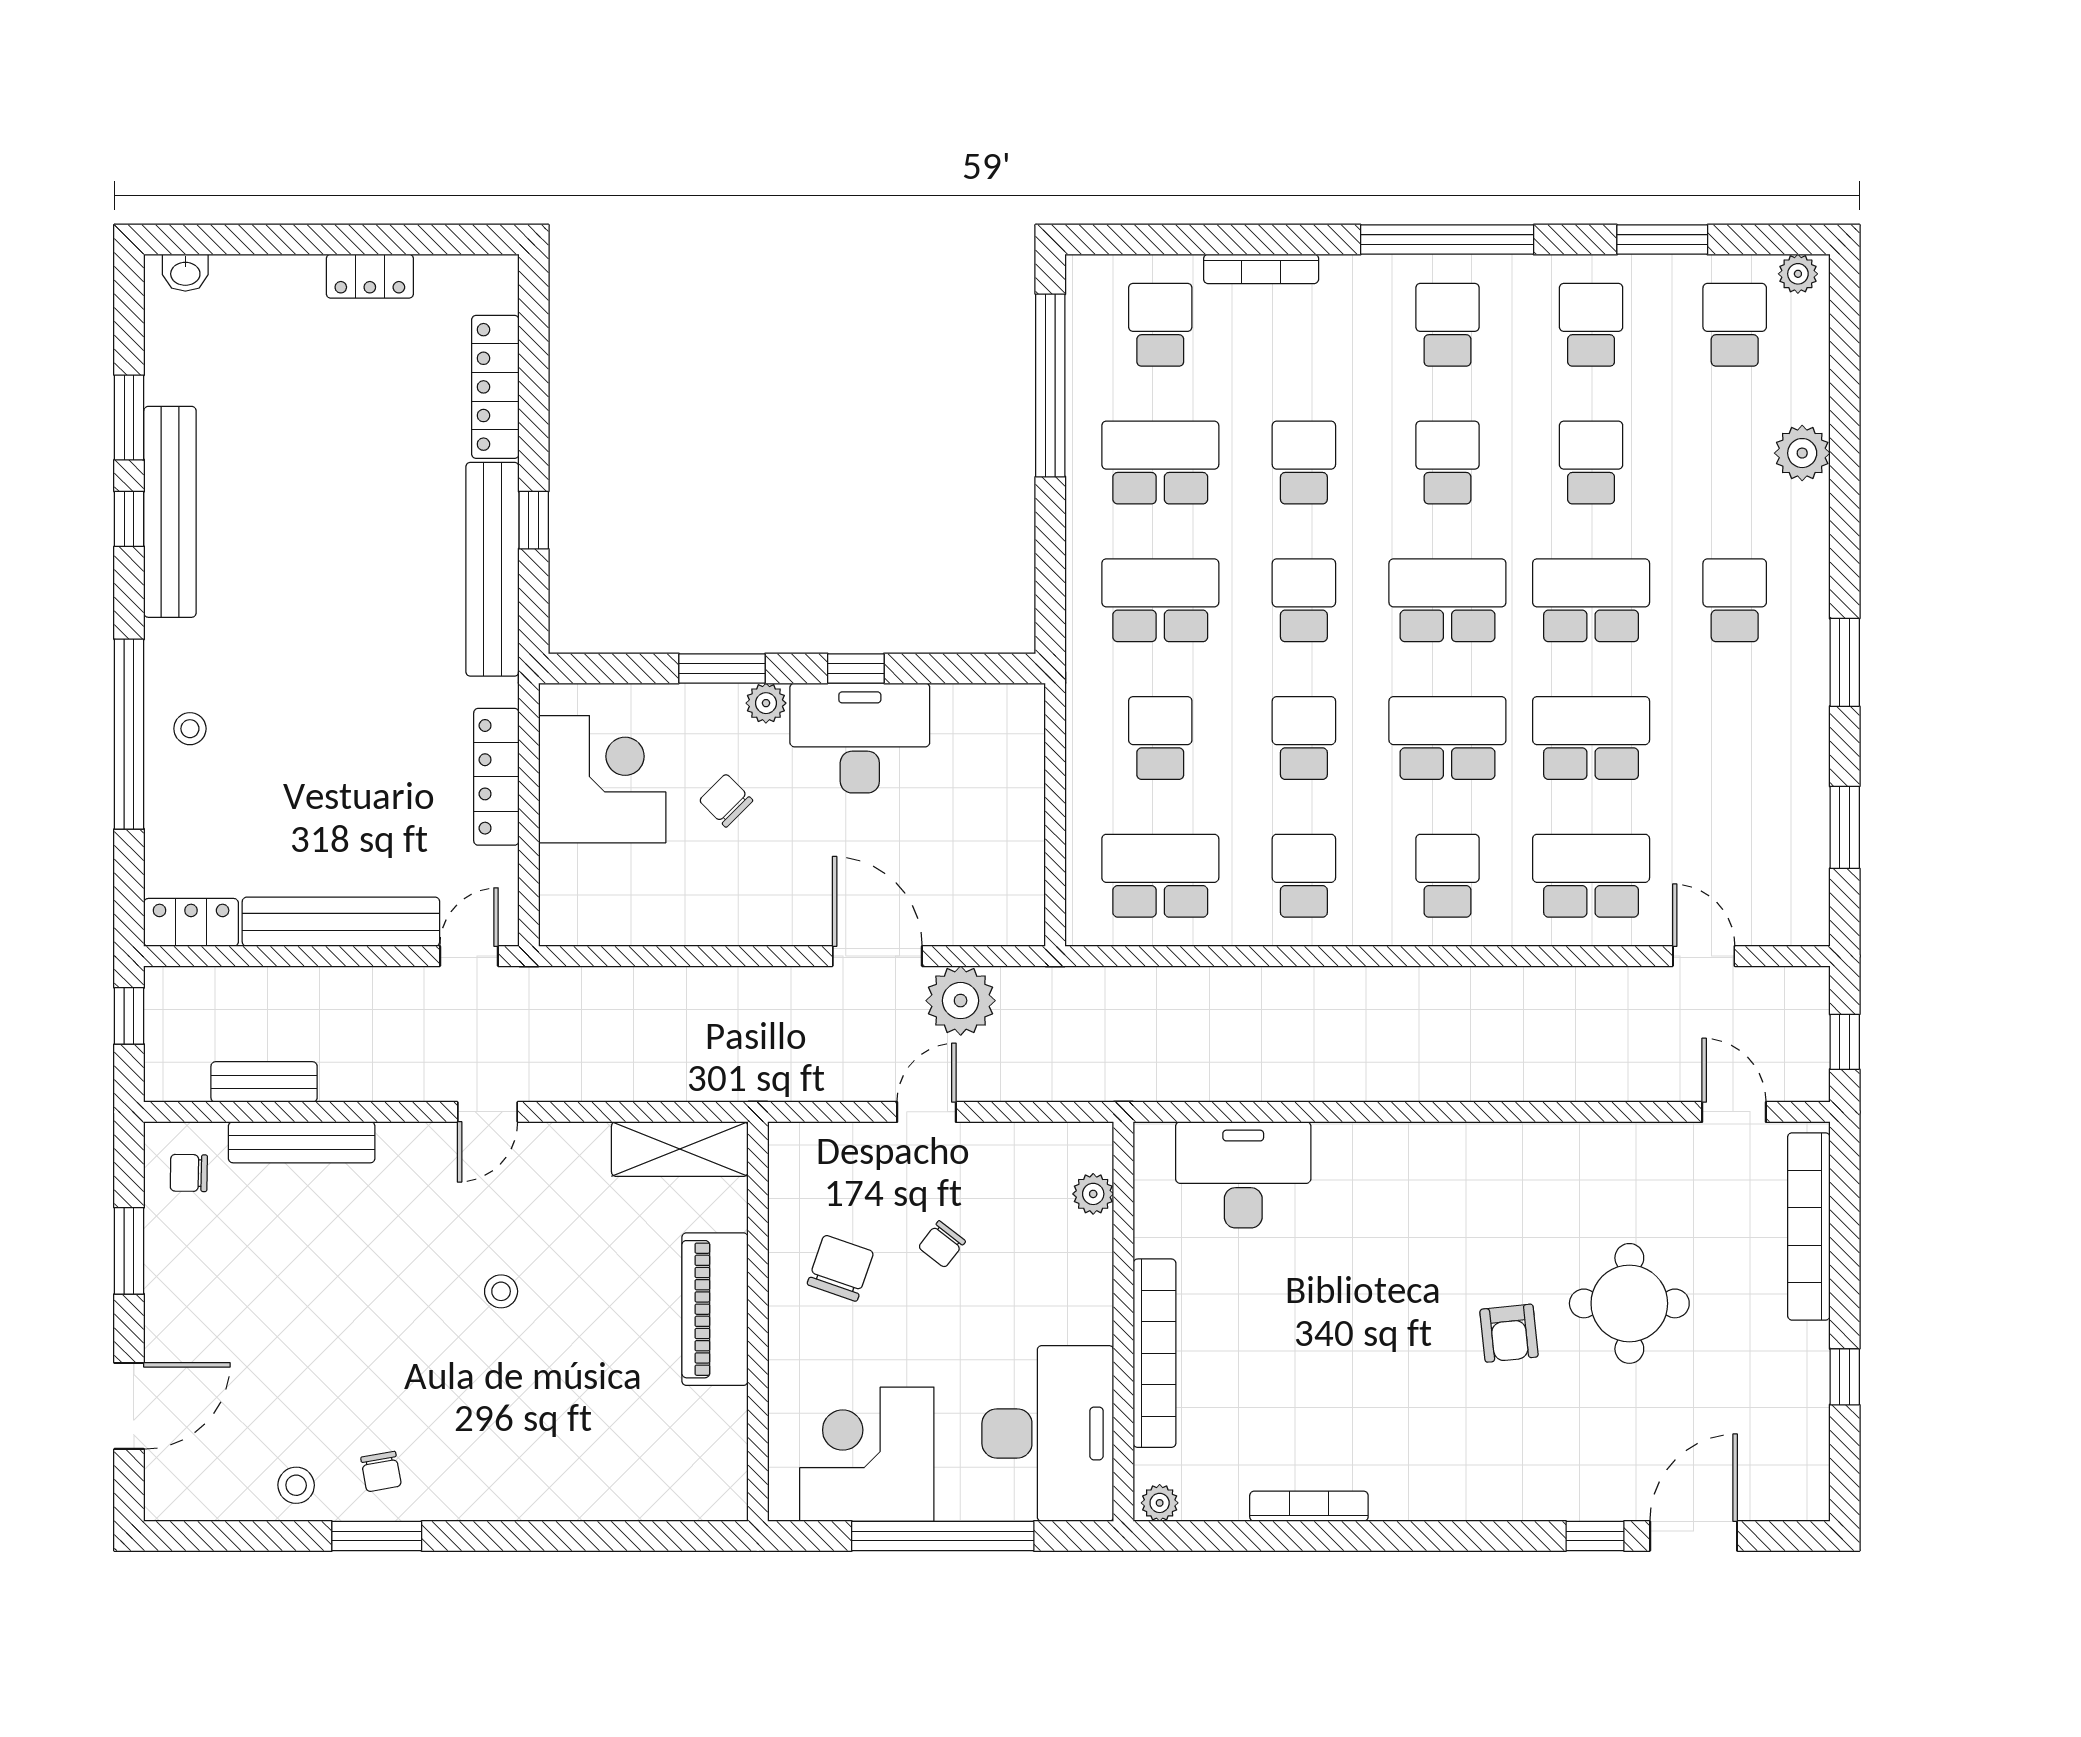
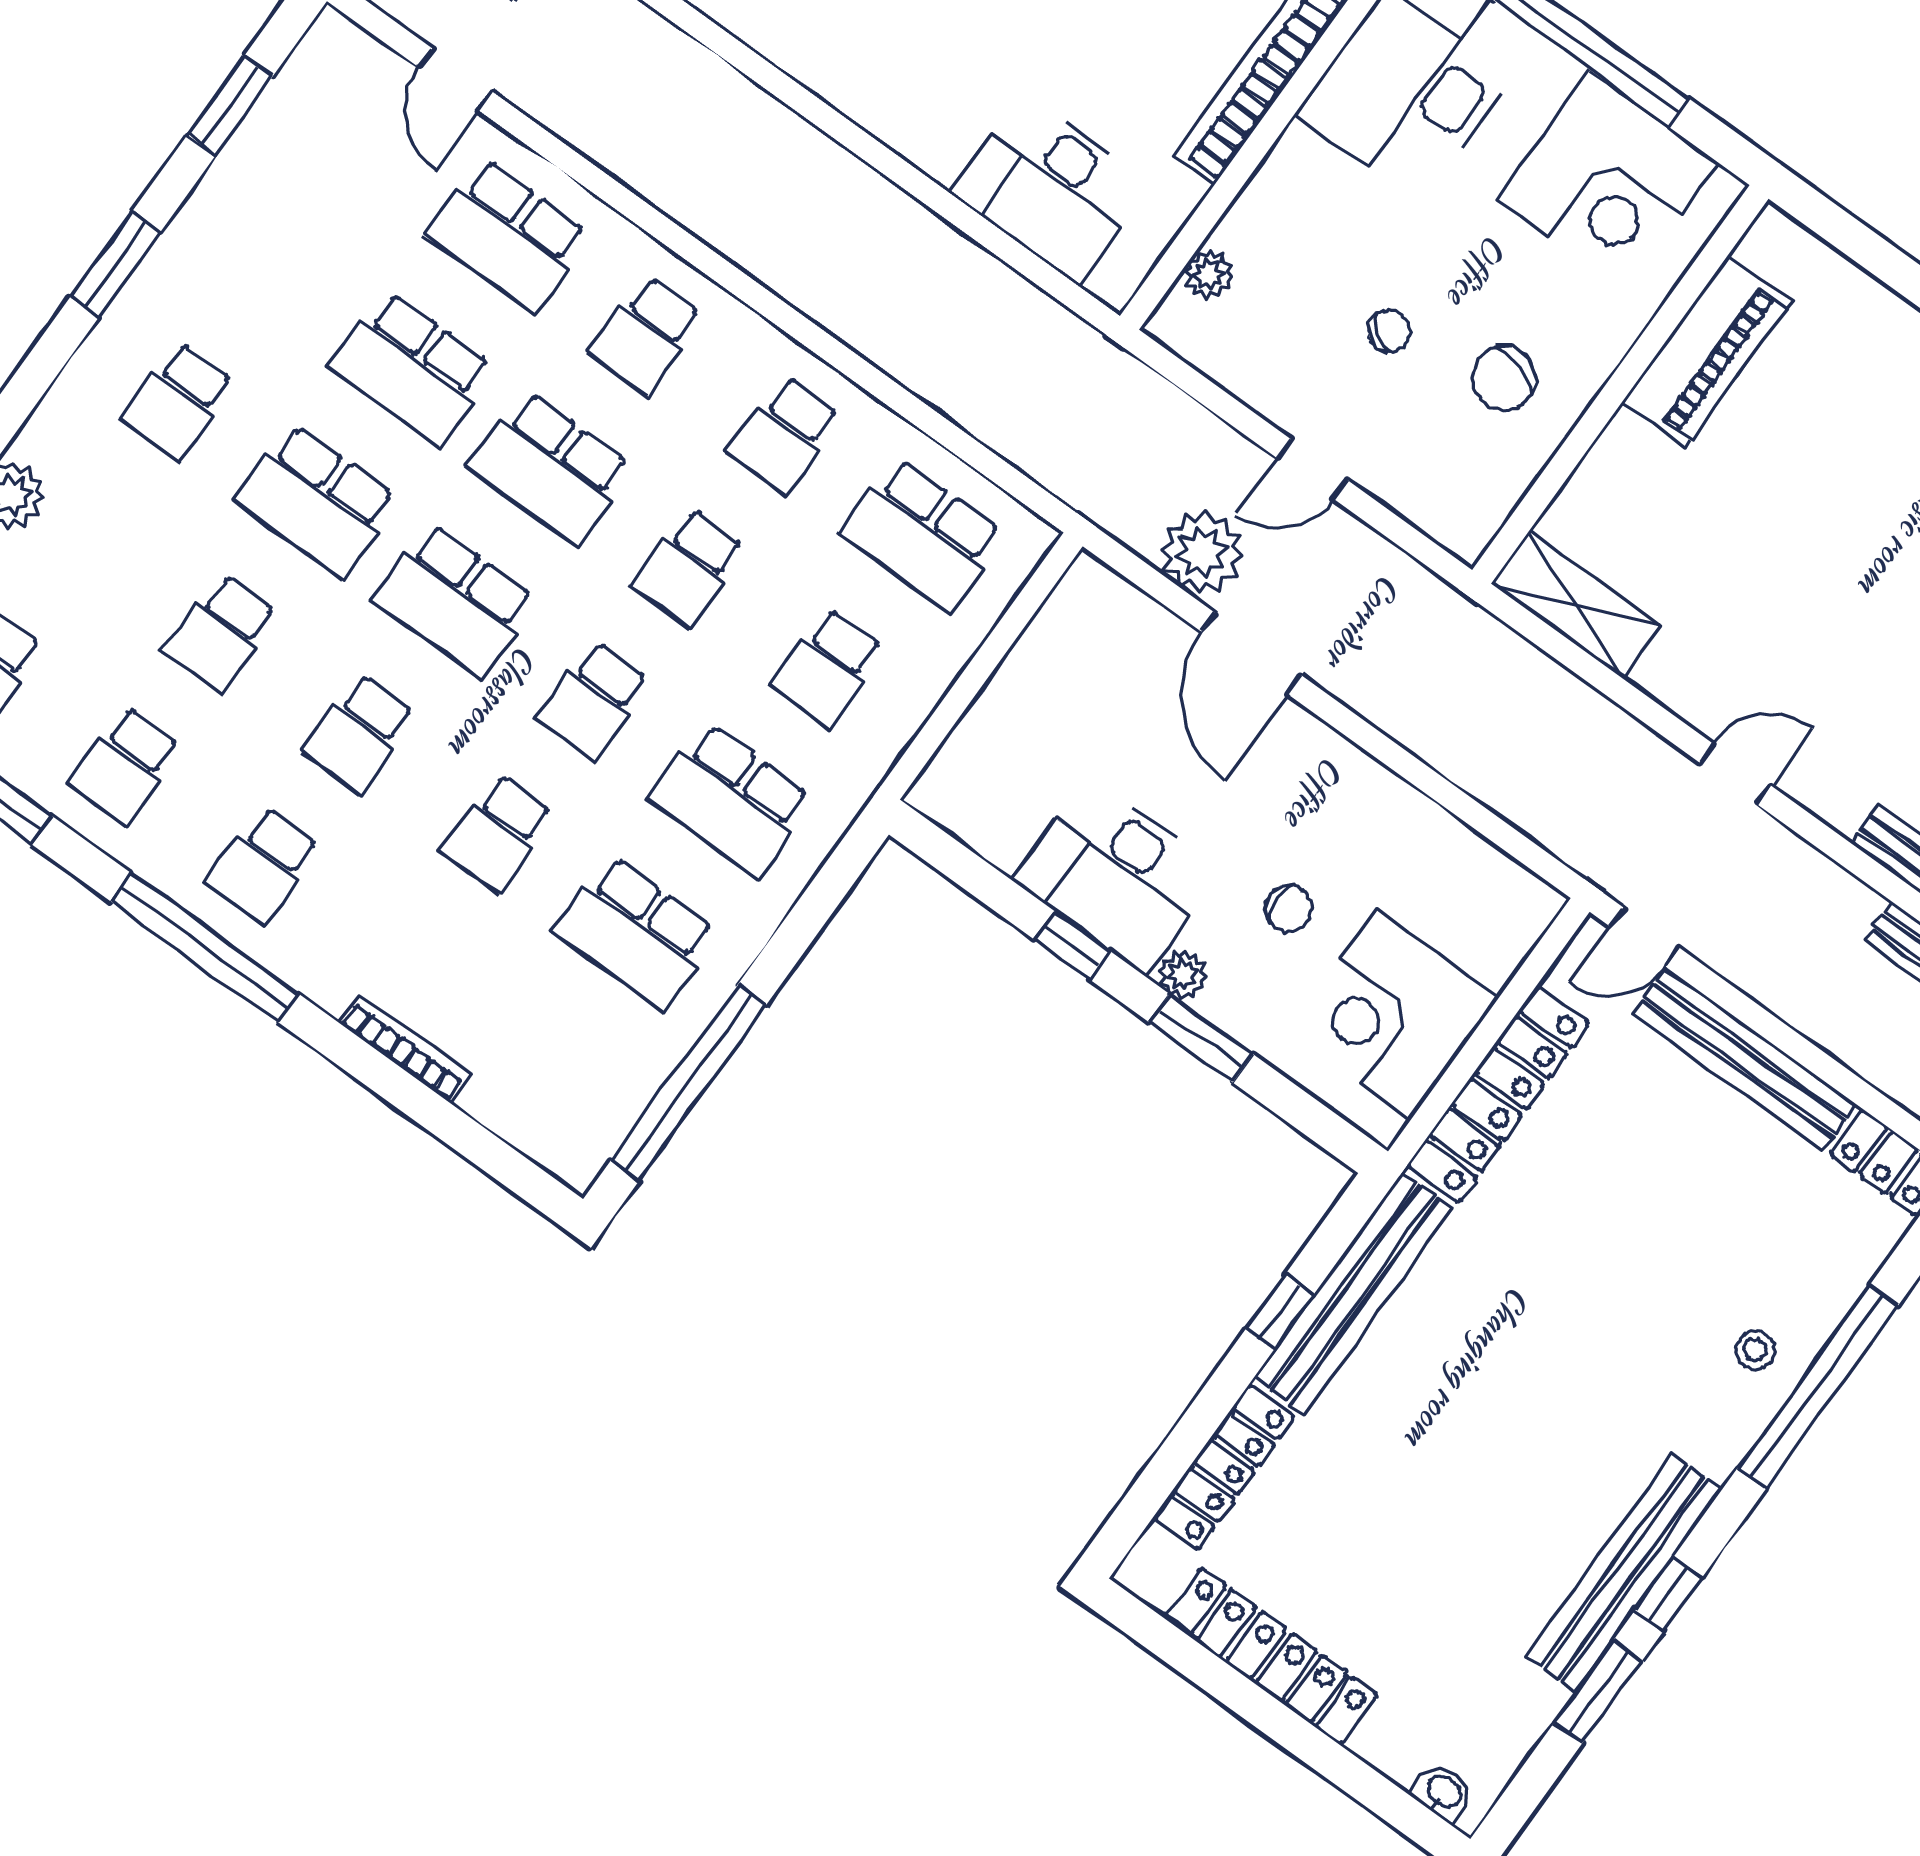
locker: (370, 276) -> (1271, 1656), width x2.16, depth x1.21
school desk: (1160, 325) -> (540, 1065), removed
locker: (496, 777) -> (1498, 1094), width x1.41, depth x1.21
chair: (726, 800) -> (1289, 908), turned -45
stool: (501, 1291) -> (1847, 592), removed
piano: (715, 1309) -> (1707, 352), moved

